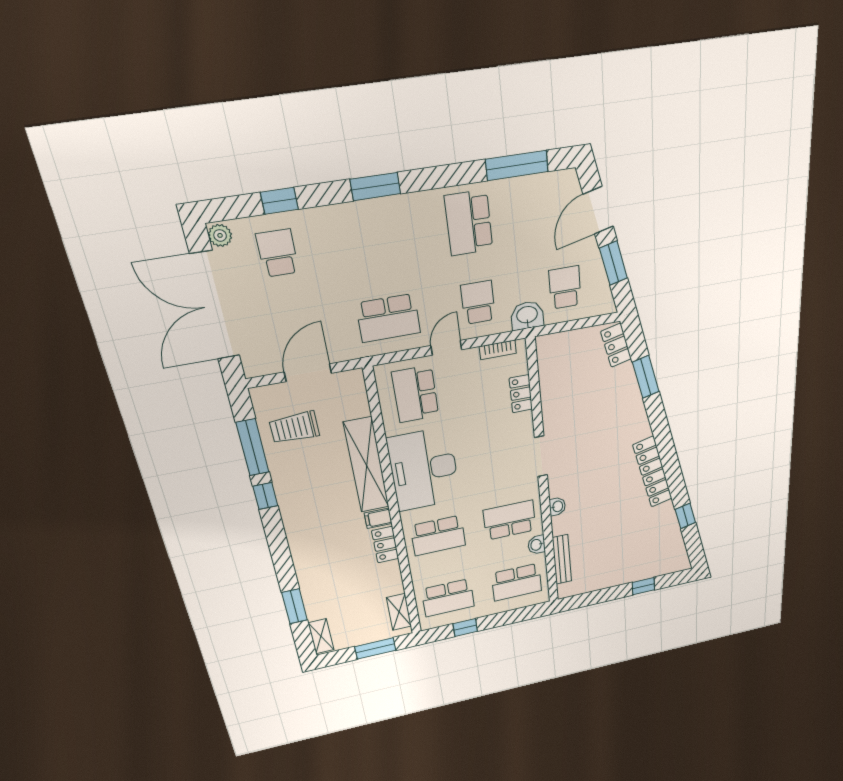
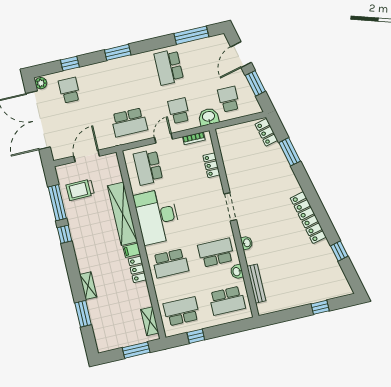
school desk: (448, 598) -> (182, 311), turned 180
shelving: (321, 636) -> (88, 286), moved

